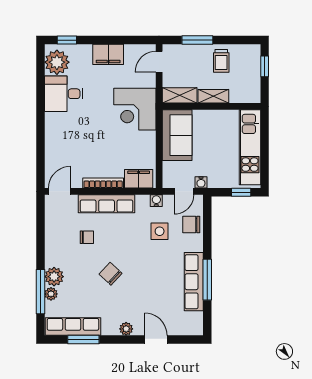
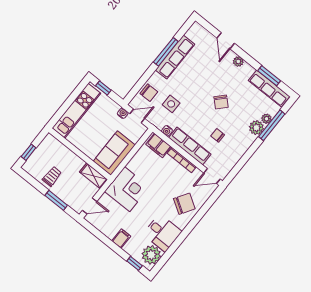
filing cabinet: (108, 54) -> (121, 239), width x0.50
shelving: (213, 96) -> (74, 159), removed
chair: (65, 141) -> (184, 204), added
water cooler: (156, 201) -> (167, 131), moved

